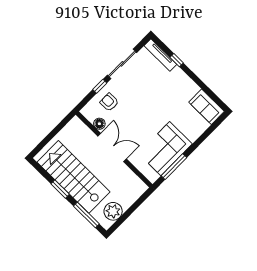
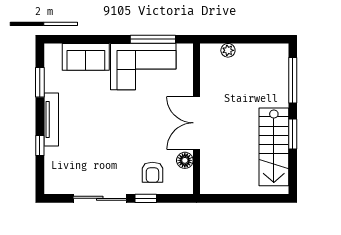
tv unit: (160, 55) -> (51, 119), moved
window: (208, 91) -> (40, 82), added
sofa: (207, 107) -> (86, 57), moved, turned 90
stairs: (74, 177) -> (274, 147), width x0.73, depth x0.66
plant: (113, 211) -> (228, 50), moved, width x0.53, depth x0.53

